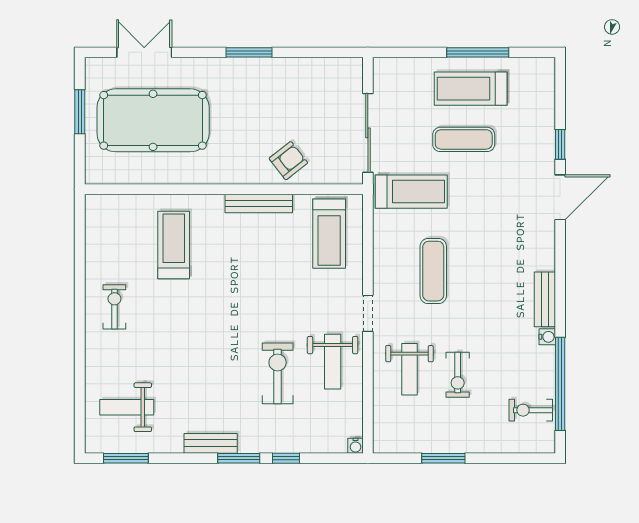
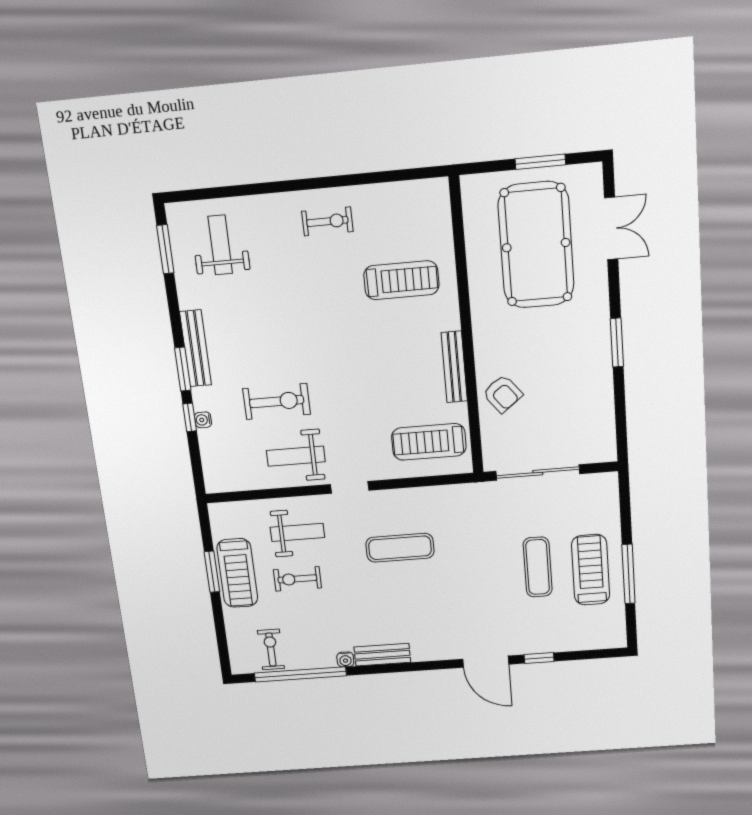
treadmill: (411, 192) -> (237, 573), moved
weight bench: (409, 369) -> (297, 532), turned 180
bench: (211, 443) -> (195, 348), width x1.36
water cooler: (355, 446) -> (203, 420), moved

